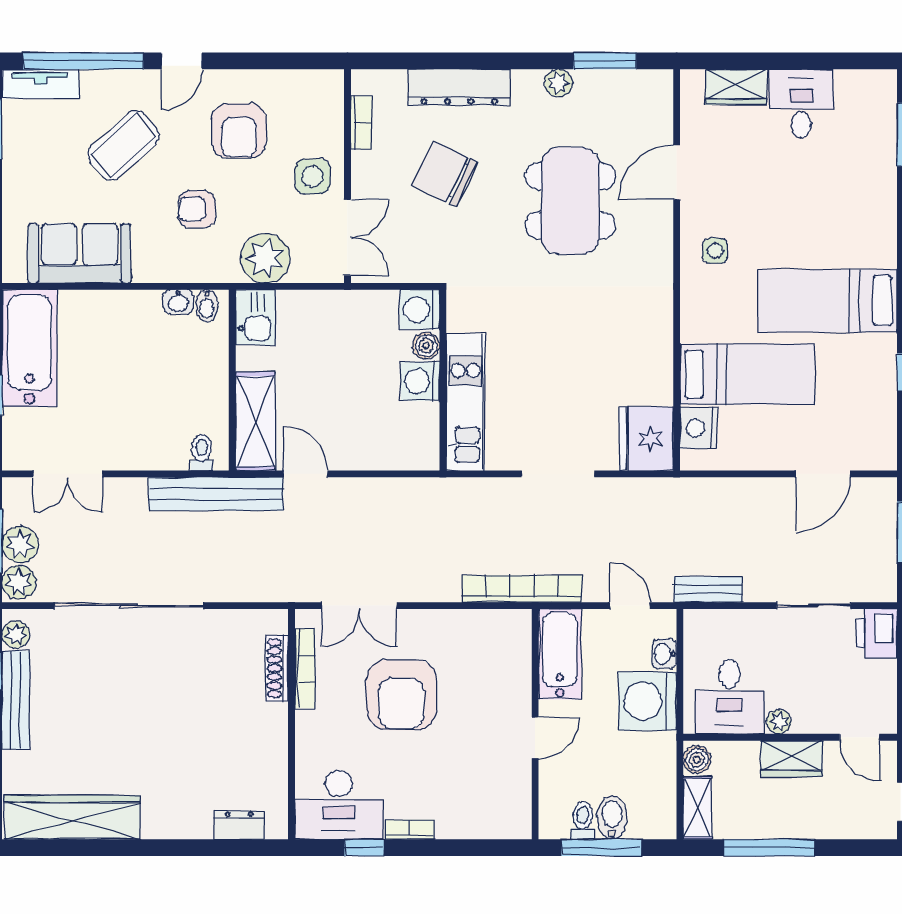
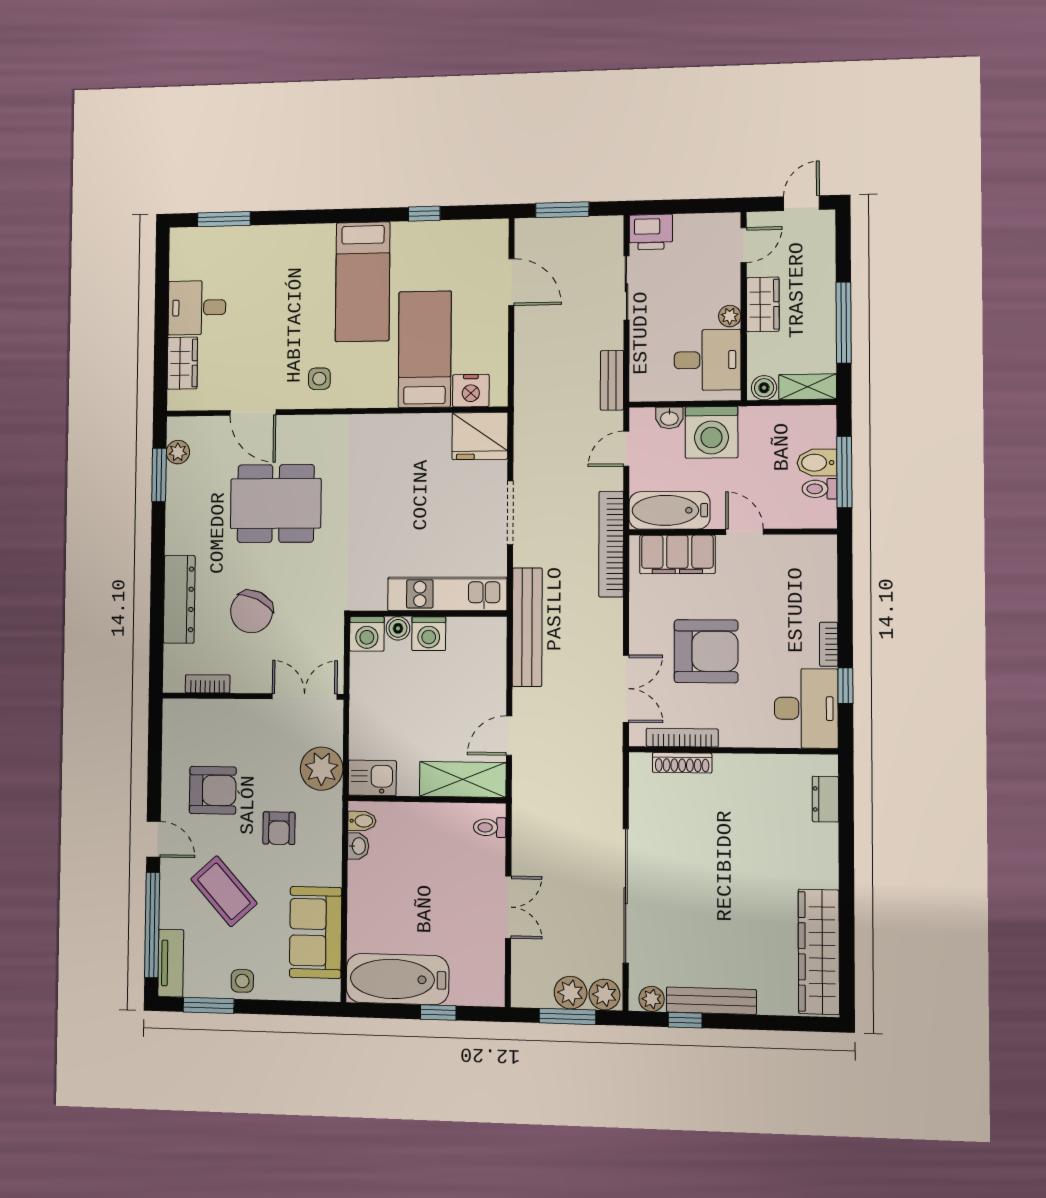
plant: (558, 83) -> (178, 452), moved
side table: (312, 176) -> (242, 981), moved, width x0.73, depth x0.73
double door: (68, 474) -> (508, 907), moved
bench: (216, 494) -> (527, 627), moved
filing cabinet: (510, 663) -> (677, 554), added

